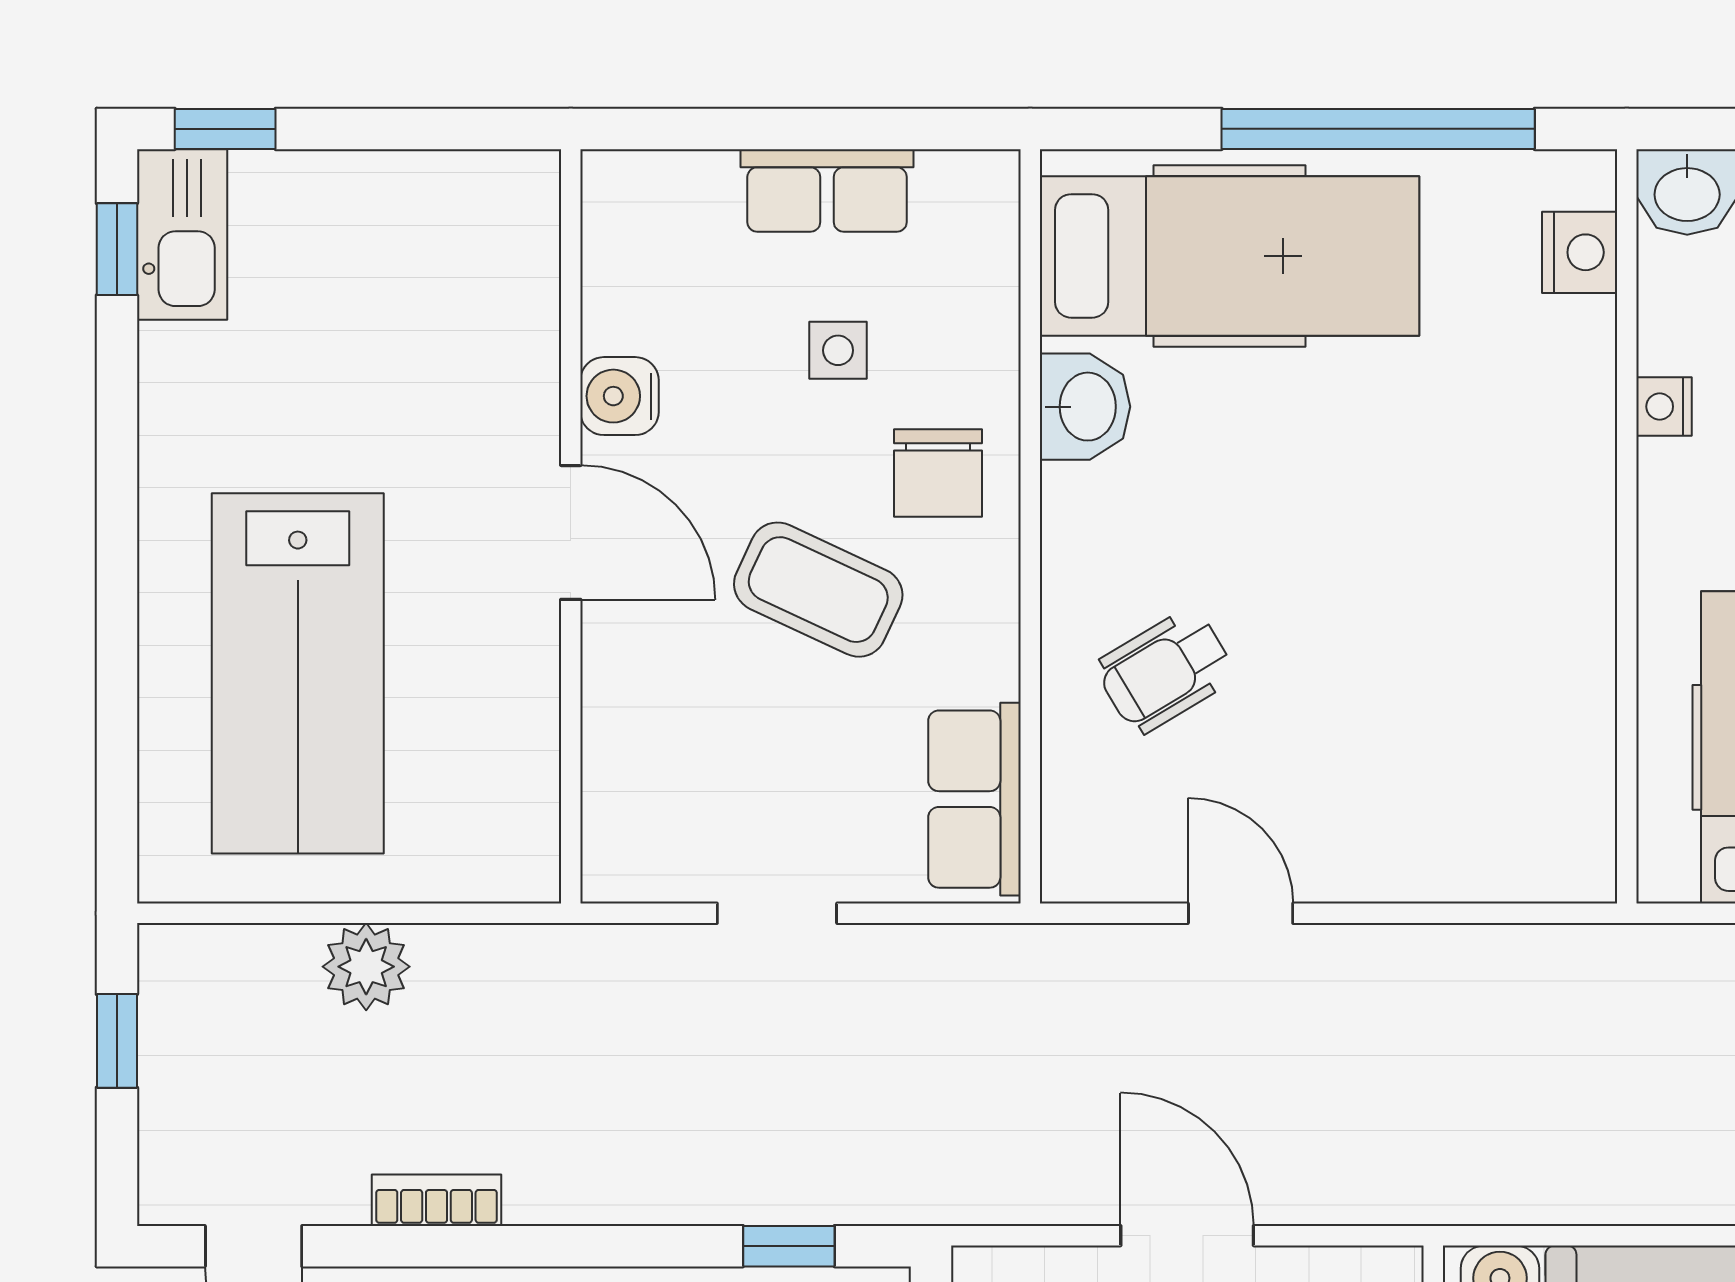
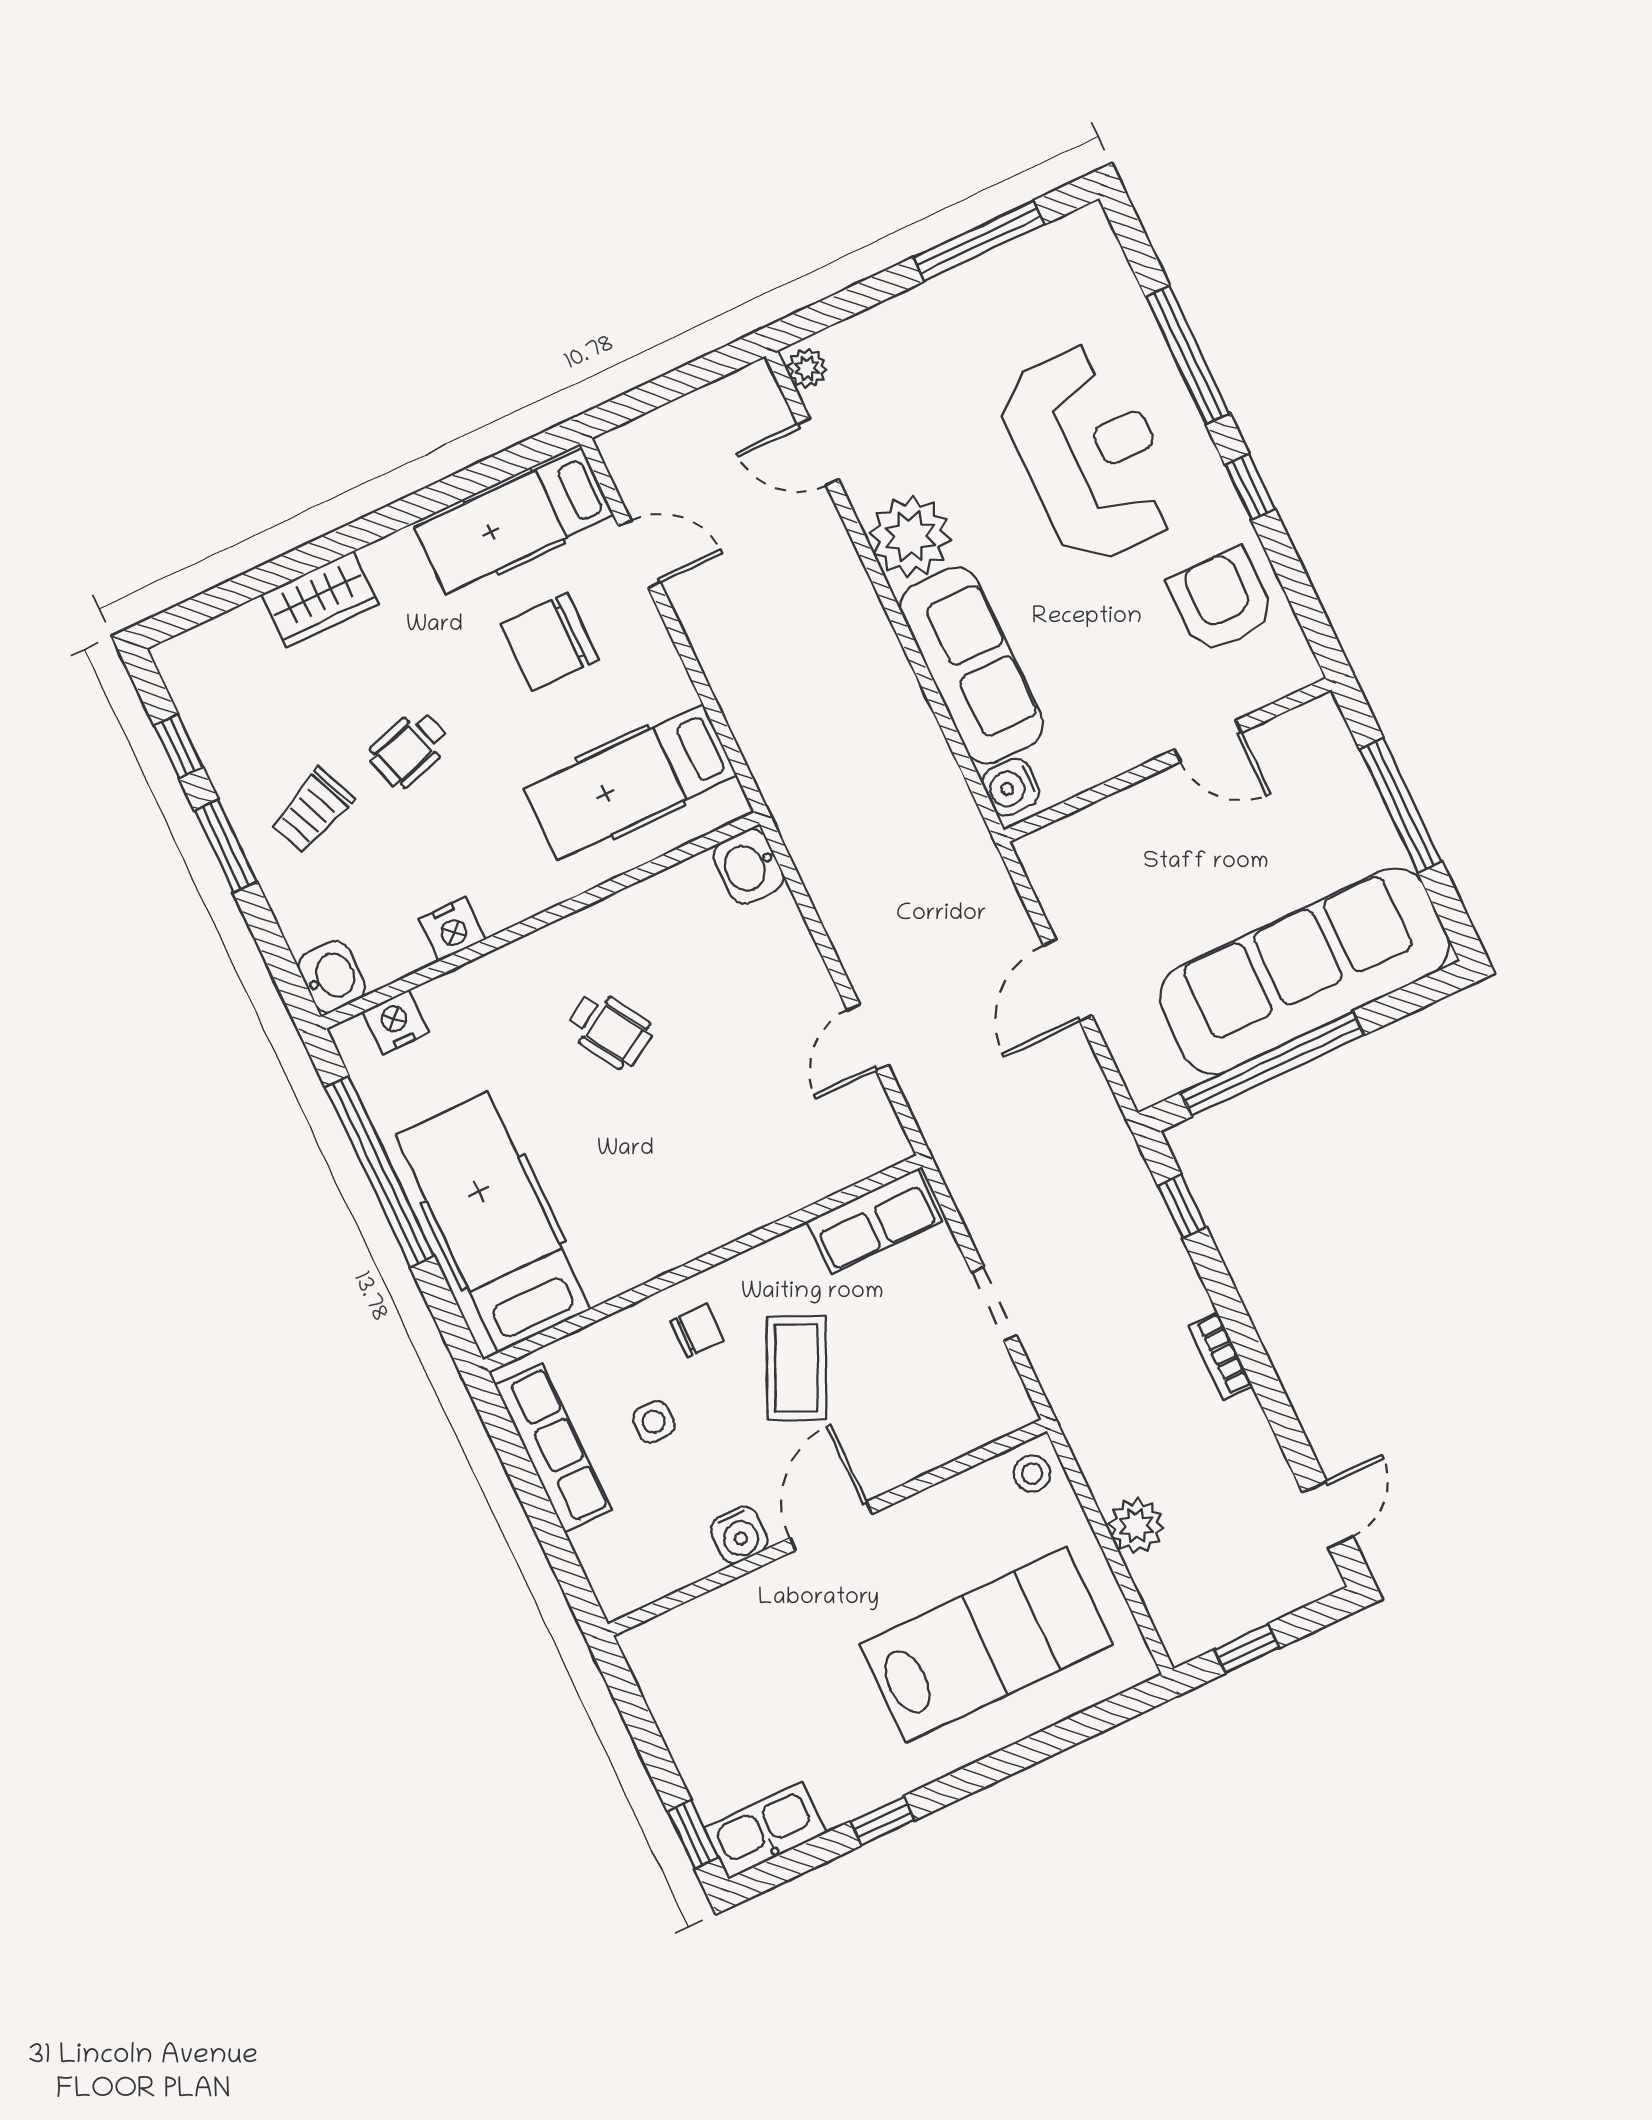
row of seats: (827, 190) -> (553, 1448), width x1.48
window: (117, 249) -> (882, 1821), moved
washbasin: (1085, 407) -> (748, 866), moved, turned -90
nightstand: (1664, 407) -> (452, 929), width x1.39, depth x1.35
chair: (938, 473) -> (697, 1331), width x0.73, depth x0.73
wheelchair: (1165, 671) -> (609, 1029), moved
stool: (510, 854) -> (1032, 1473), added
bookcase: (436, 1200) -> (1220, 1356), moved

